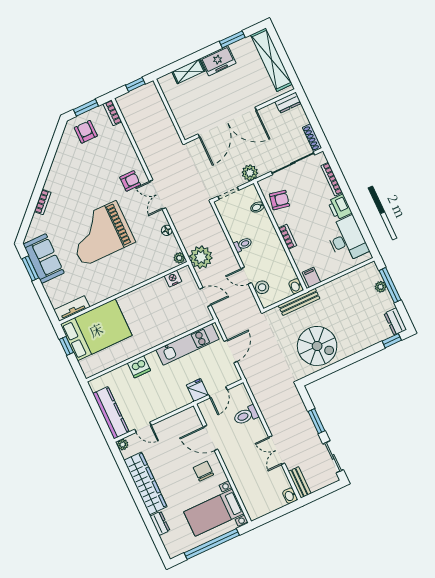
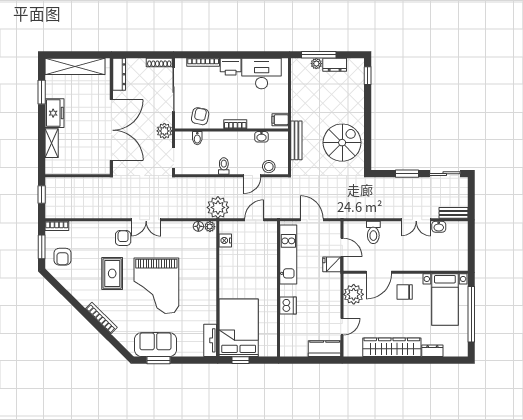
dresser: (288, 103) -> (119, 74), width x1.44
armchair: (86, 132) -> (63, 257), turned -90
rug: (92, 186) -> (112, 273), added
bookcase: (43, 202) -> (101, 318), width x1.56
floor lamp: (167, 230) -> (198, 226), moved
washbasin: (296, 286) -> (261, 137), moved
dresser: (395, 322) -> (335, 65), moved
kitchen counter: (111, 413) -> (325, 349), width x0.67
plant: (123, 445) -> (354, 294), moved, width x1.88, depth x1.88
washbasin: (290, 496) -> (439, 227), moved

